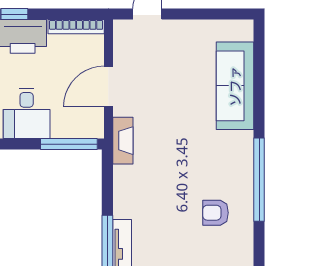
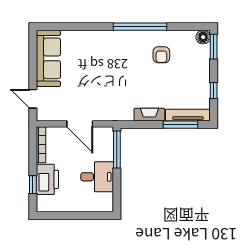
sofa: (235, 86) -> (48, 58), moved, turned -90
fireplace: (123, 141) -> (149, 115), moved

